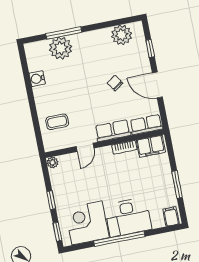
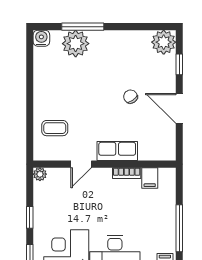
plant: (122, 35) -> (164, 42), moved
water cooler: (37, 79) -> (41, 38), moved, turned 90
row of seats: (146, 125) -> (157, 152), removed
filing cabinet: (151, 146) -> (150, 178), width x0.50
window: (177, 184) -> (179, 228), width x1.44

